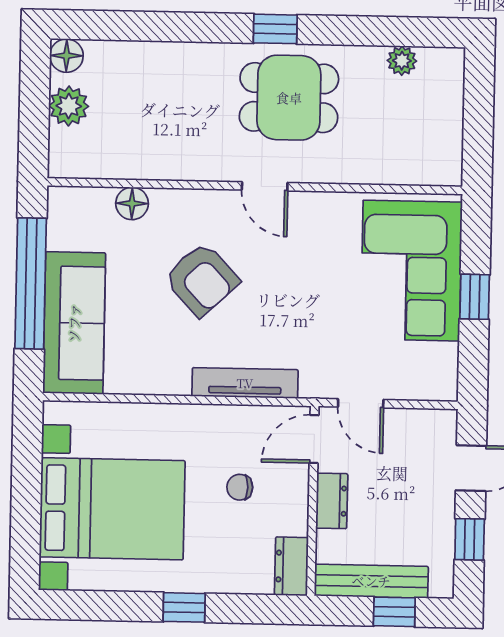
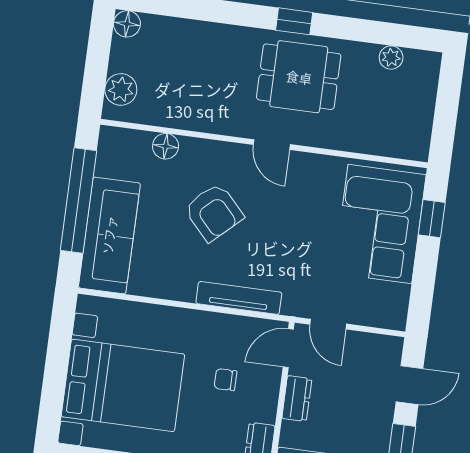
plant: (69, 106) -> (121, 89), moved
window: (475, 297) -> (432, 219), moved

